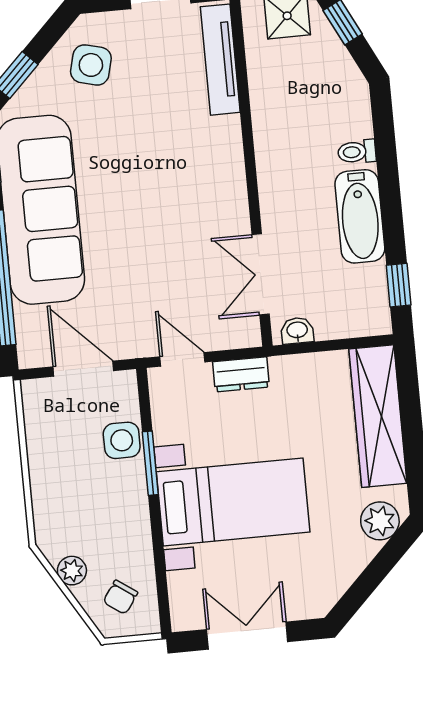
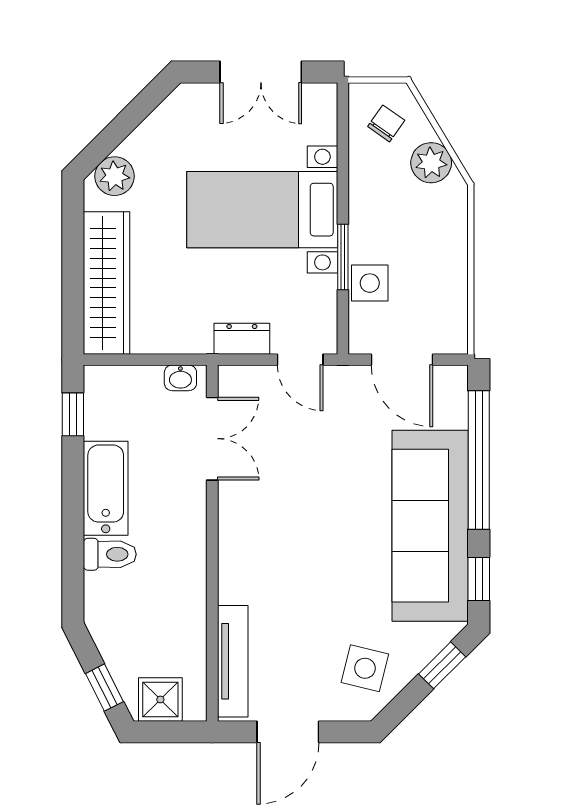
toilet: (357, 152) -> (110, 554), width x1.37, depth x1.39
plant: (72, 571) -> (431, 163), width x1.38, depth x1.38

